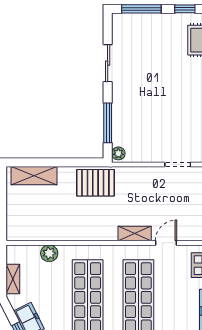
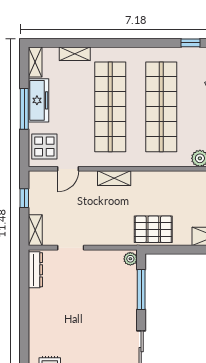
door: (166, 243) -> (68, 169), moved

